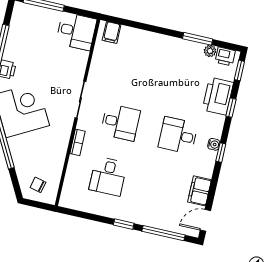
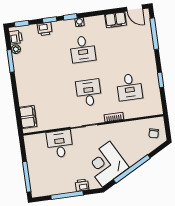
desk: (76, 31) -> (60, 144), moved
filing cabinet: (112, 32) -> (28, 117), width x2.00
printer: (218, 96) -> (45, 29), width x0.53, depth x0.68
window: (221, 153) -> (70, 17), moved
desk: (108, 176) -> (129, 87), turned 90
window: (124, 224) -> (161, 80), moved

